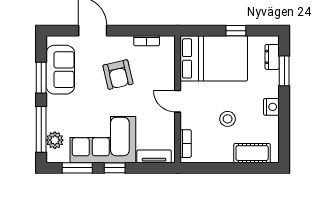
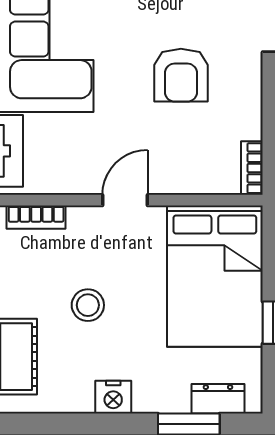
bookcase: (147, 41) -> (252, 168), moved
armchair: (118, 75) -> (181, 75), turned -77

